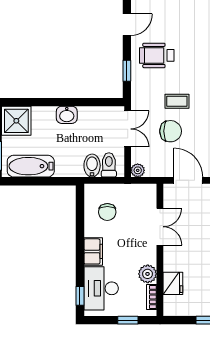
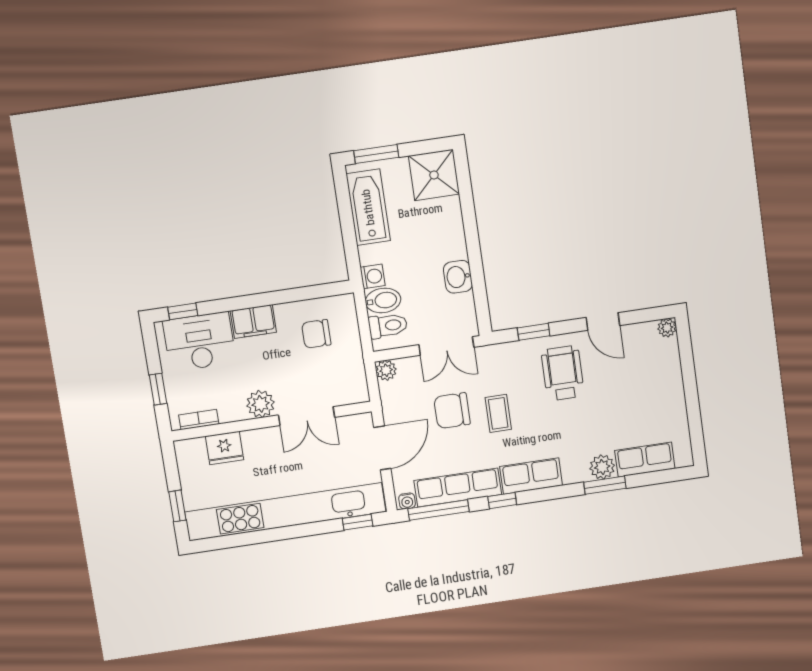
washbasin: (67, 115) -> (458, 277), moved
chair: (171, 131) -> (452, 411), turned 90
washing machine: (75, 170) -> (373, 276), added
plant: (148, 274) -> (261, 404), moved

